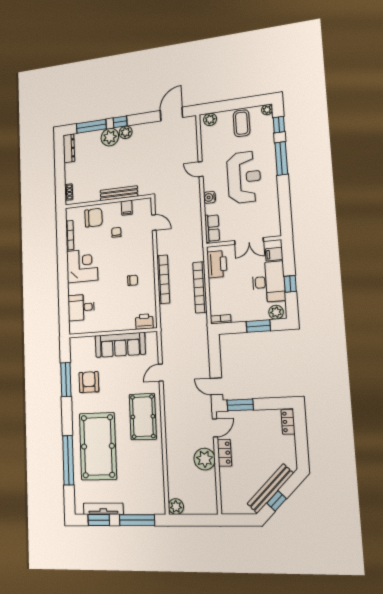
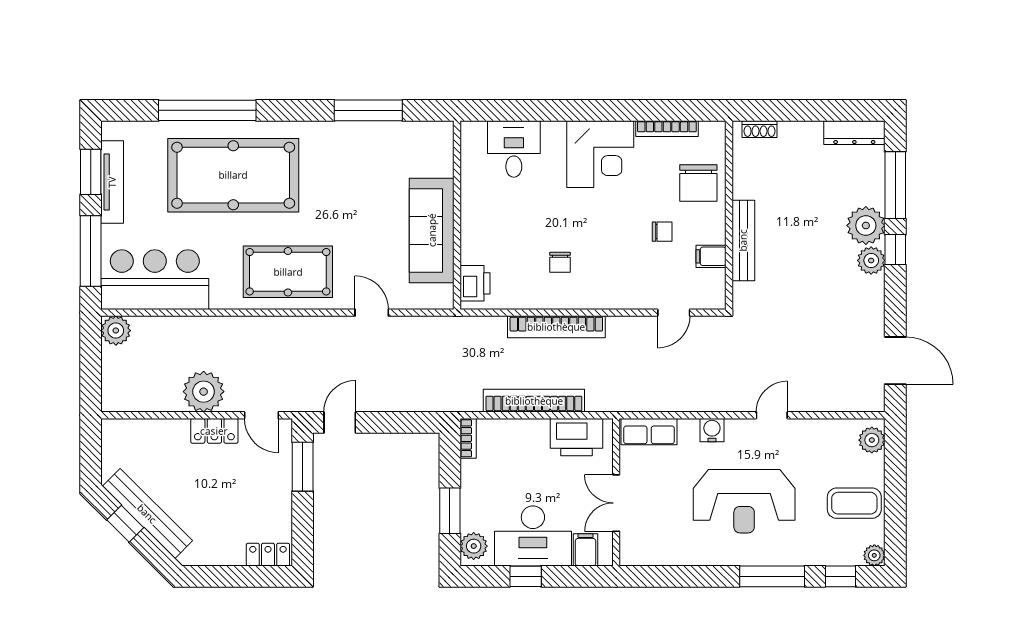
armchair: (89, 382) -> (361, 161), removed
bar counter: (150, 486) -> (155, 280), added

